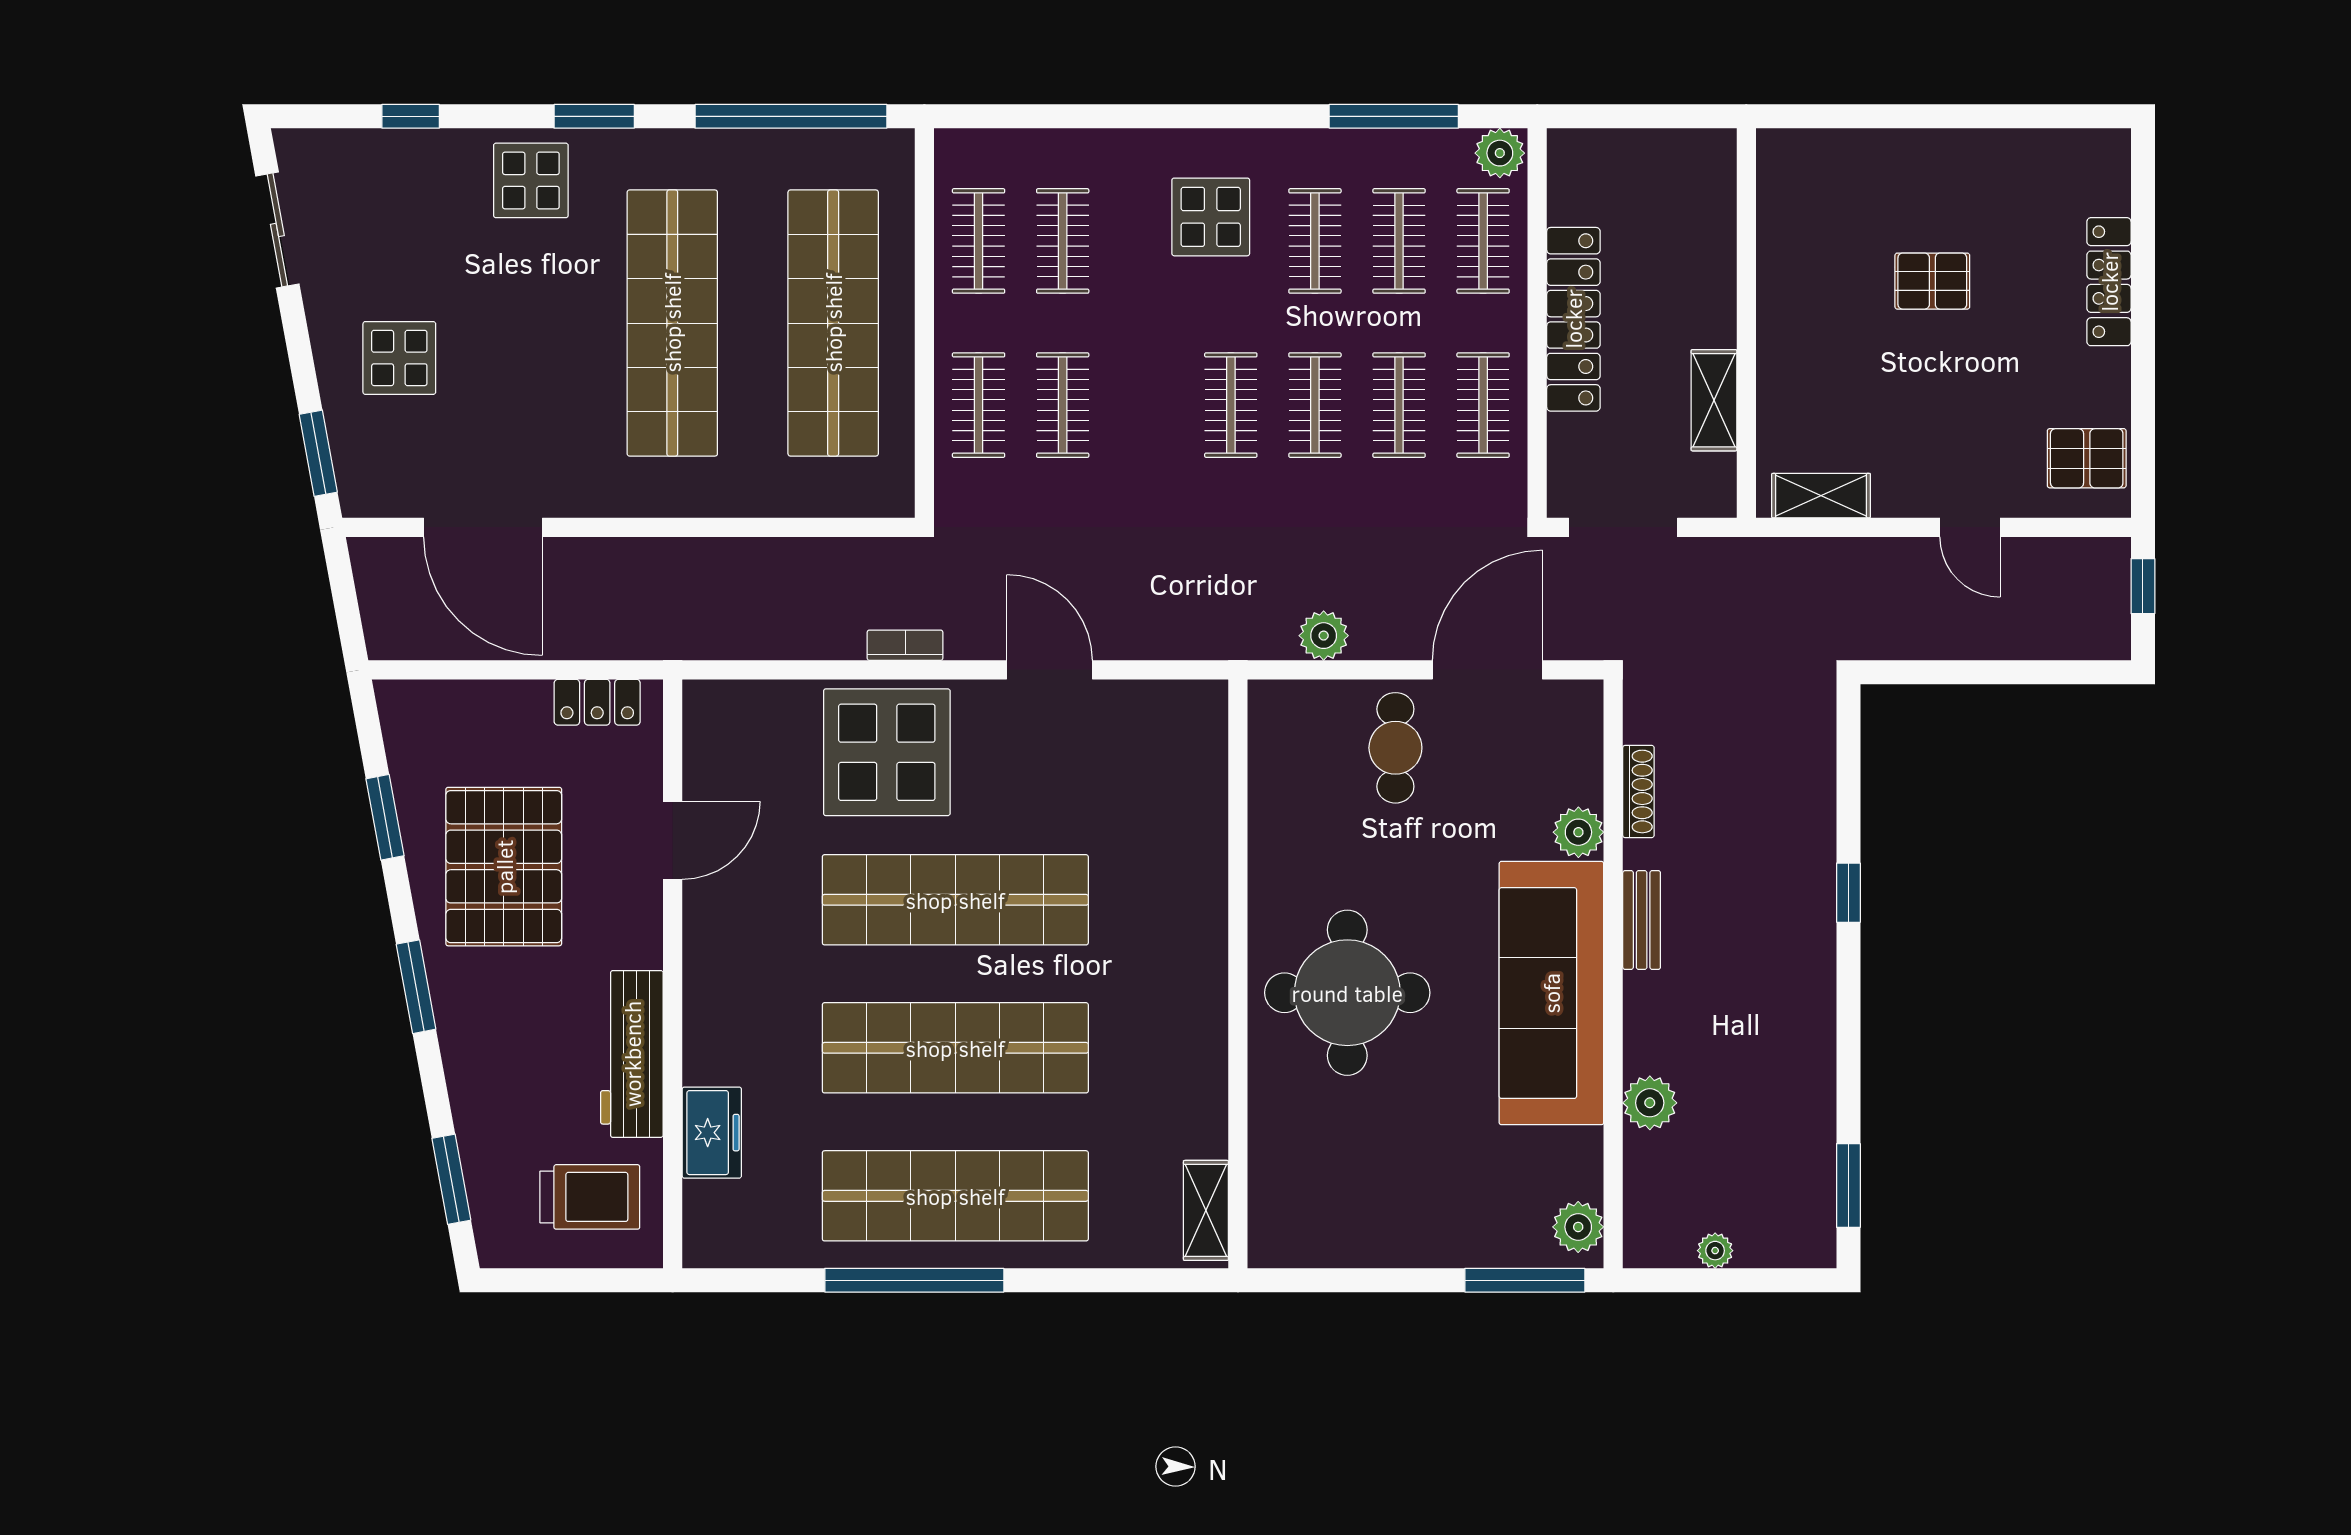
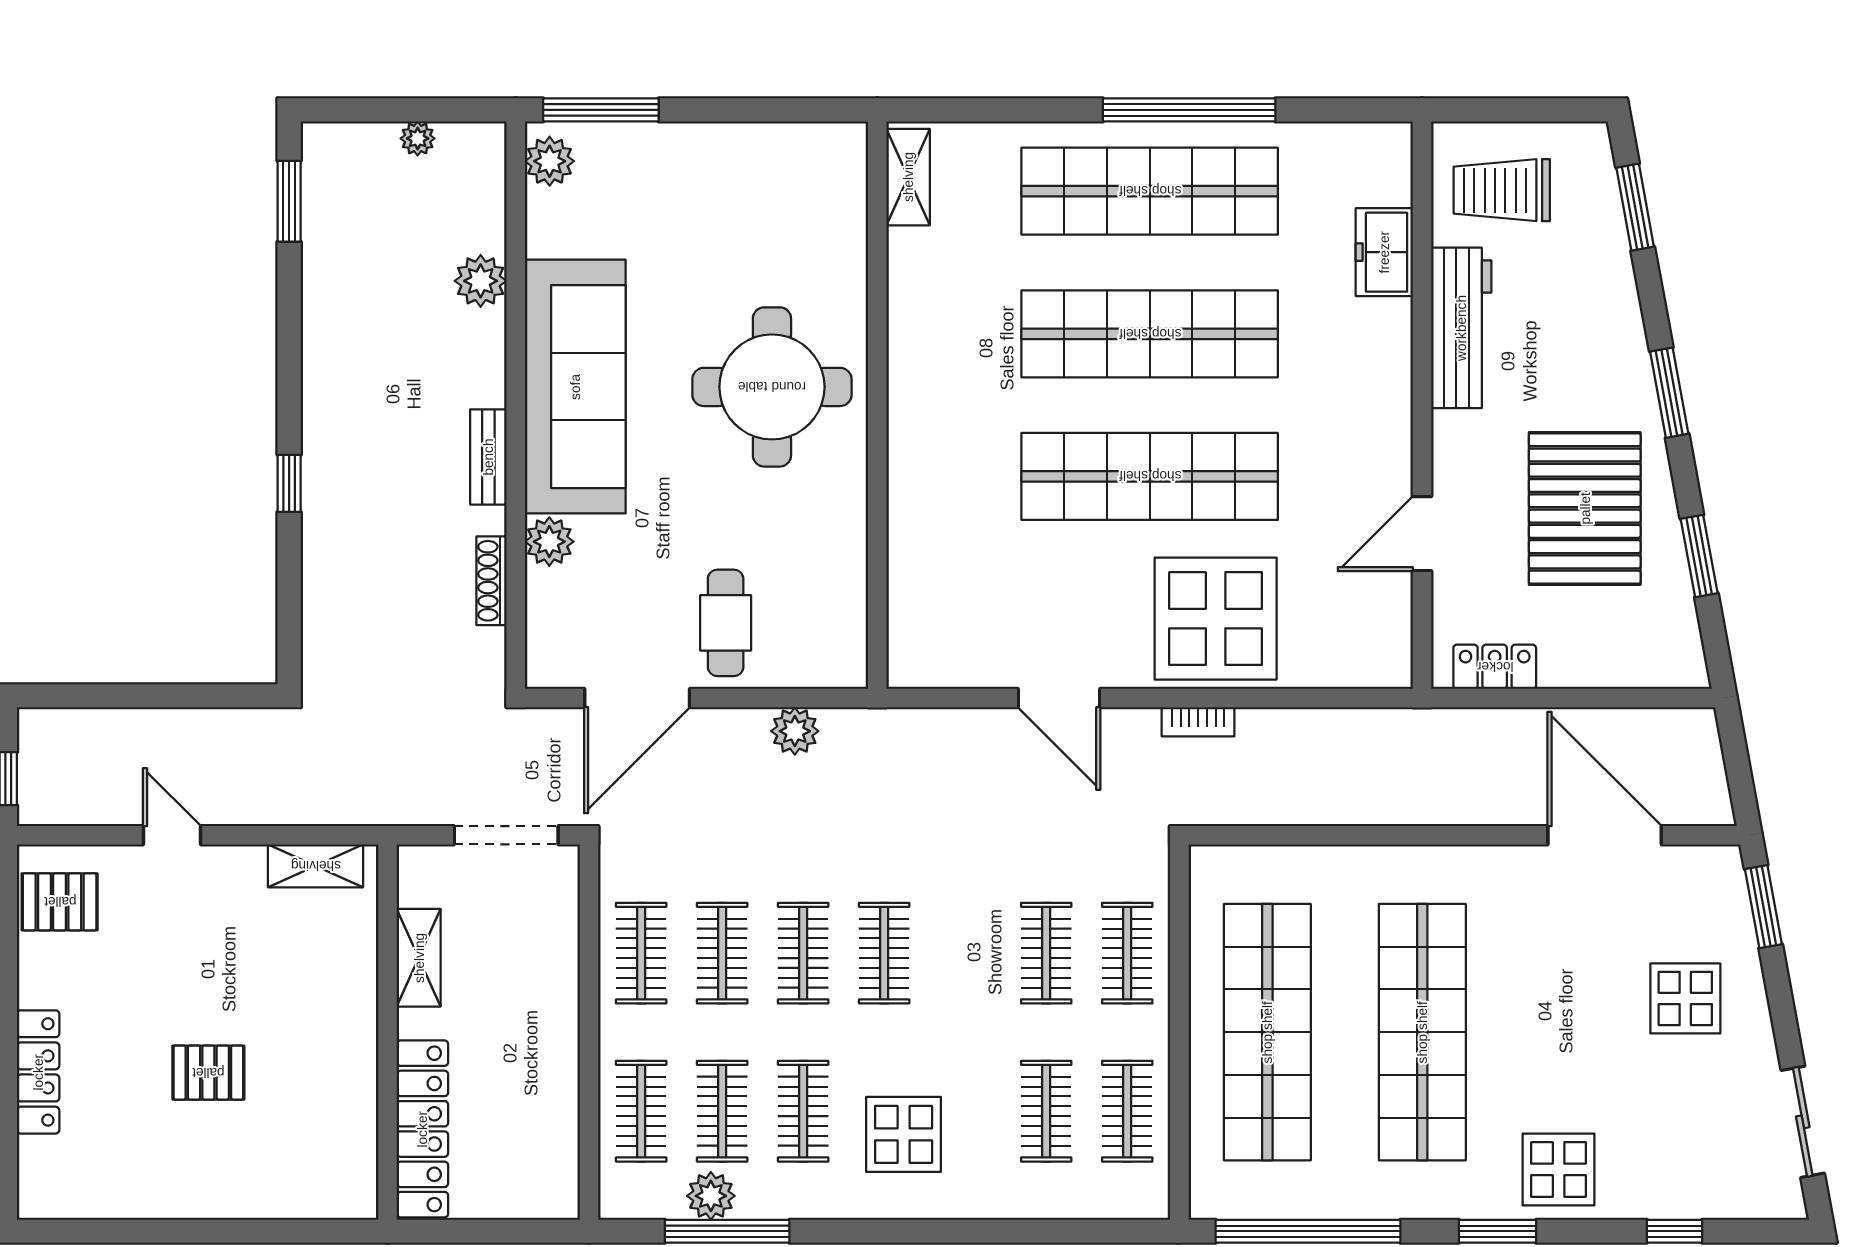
plant: (1500, 153) -> (711, 1196), moved
locker: (1573, 319) -> (422, 1129), moved, turned 180

